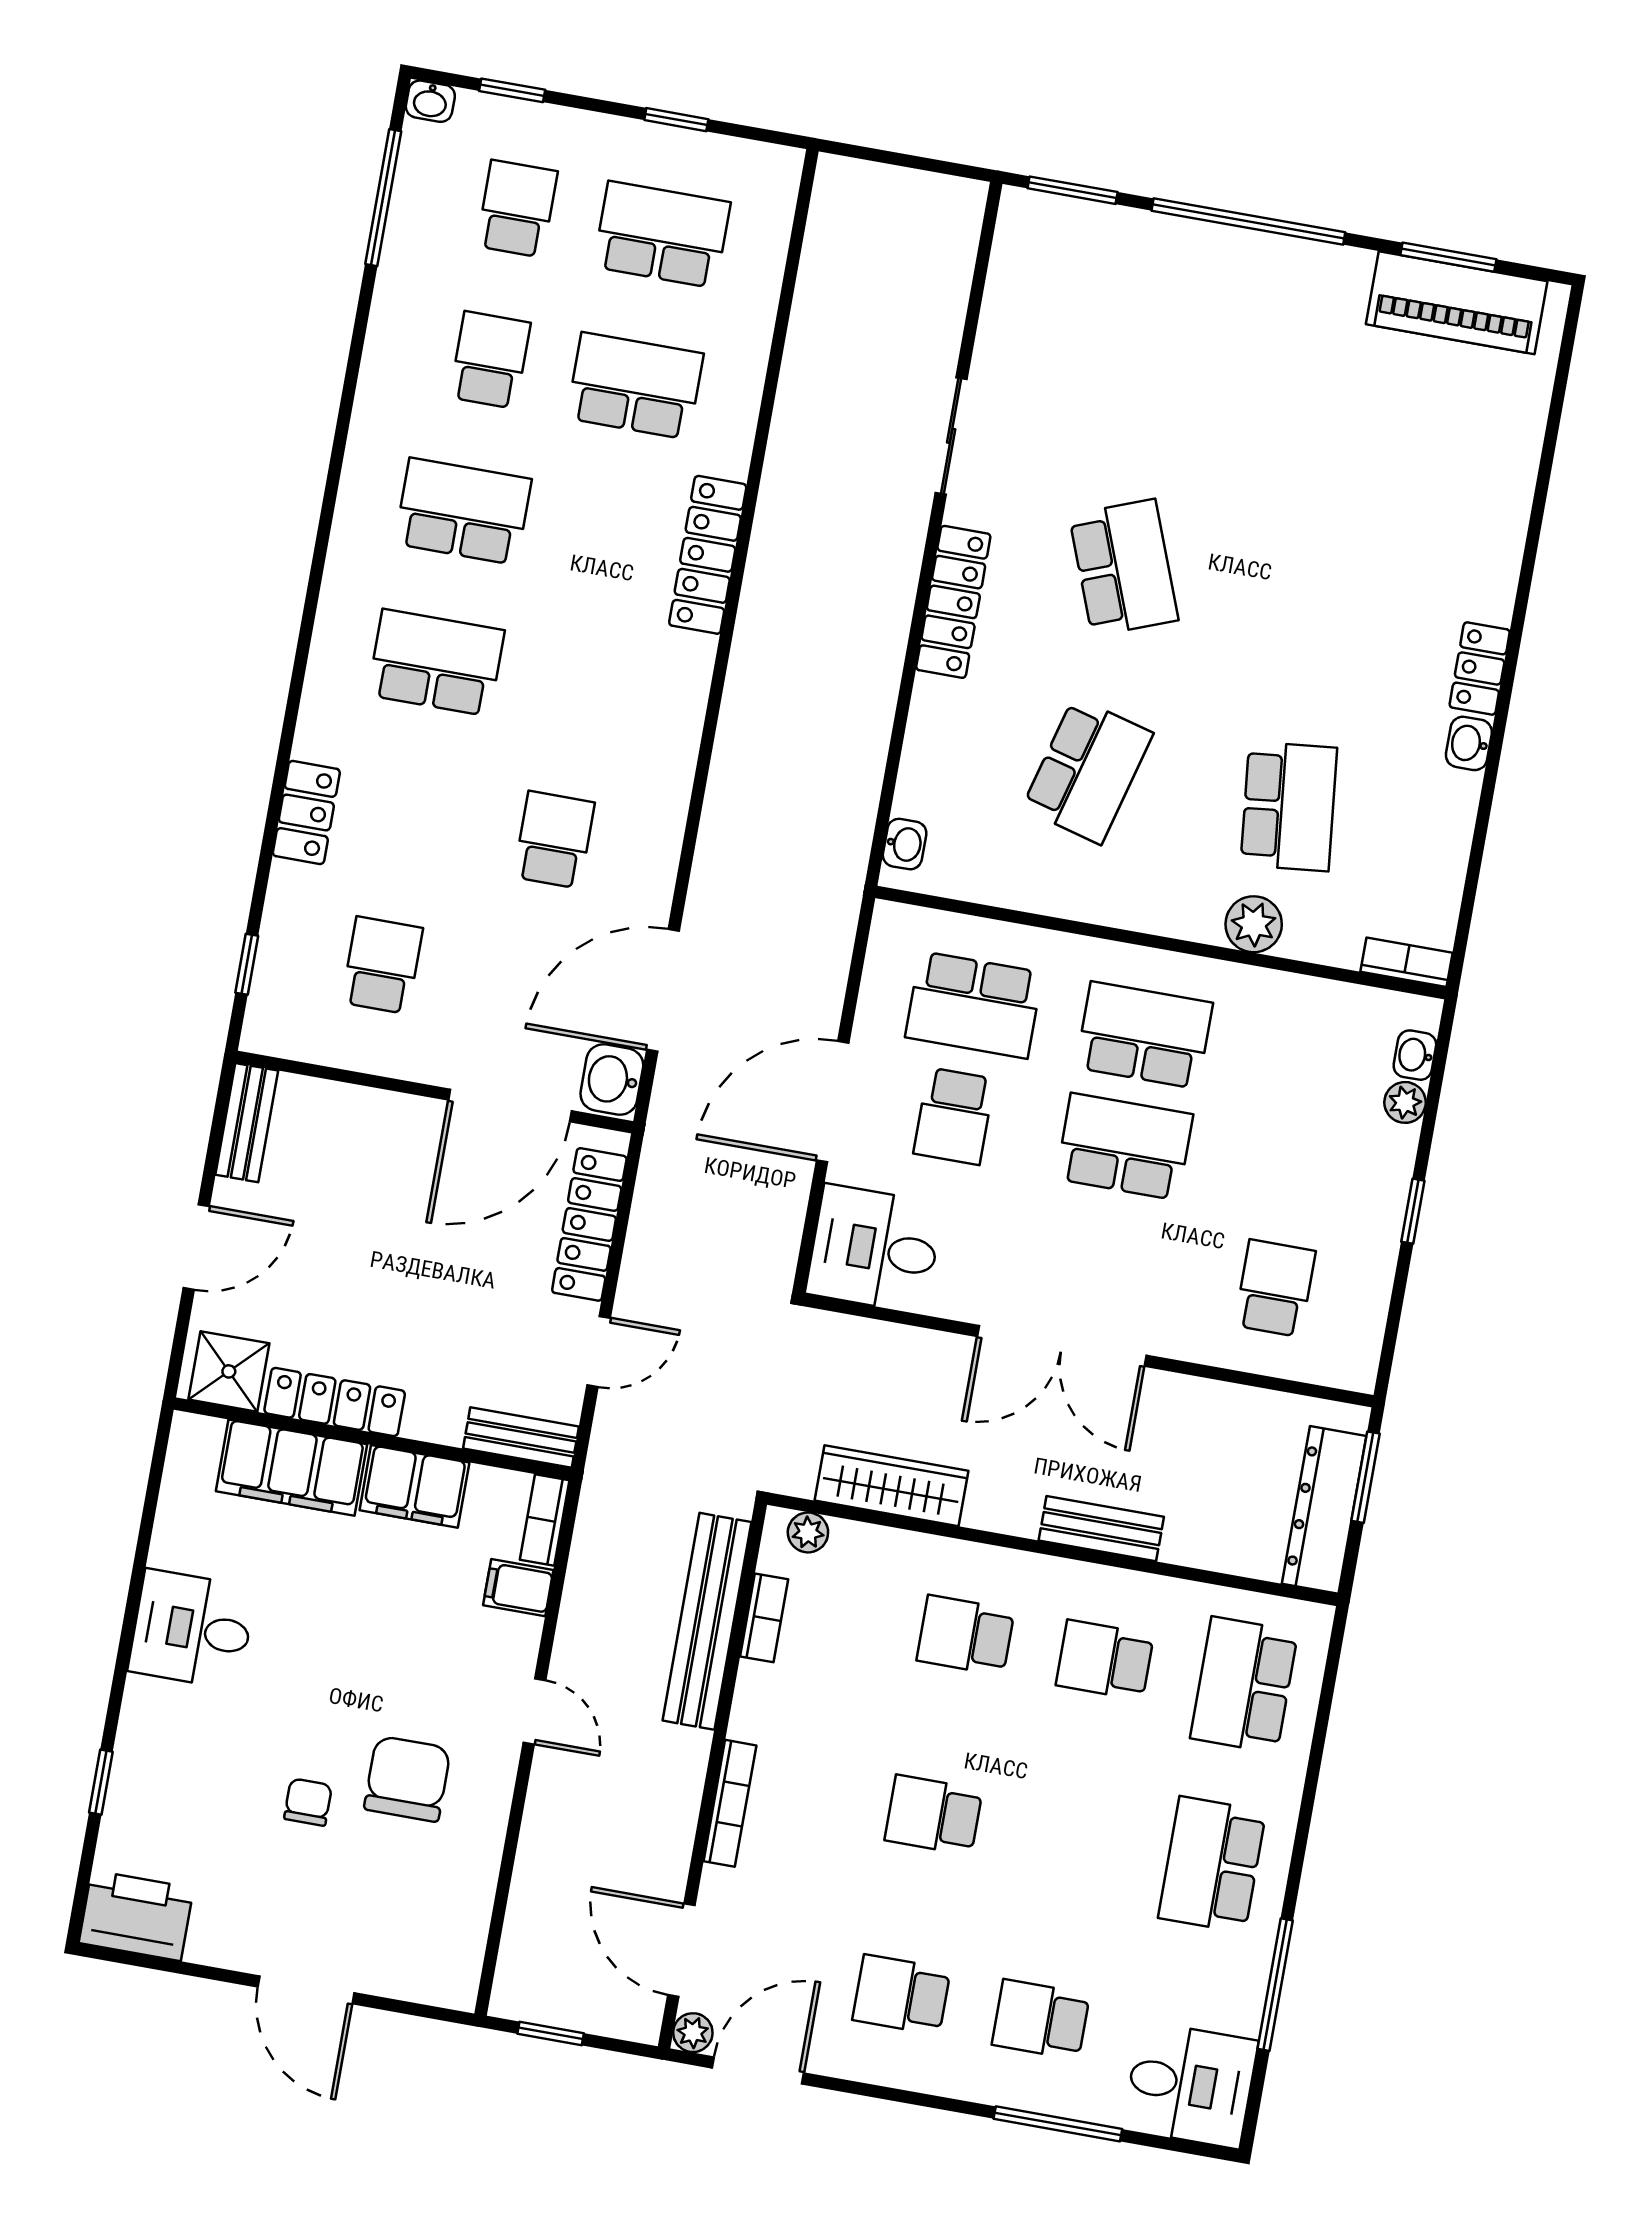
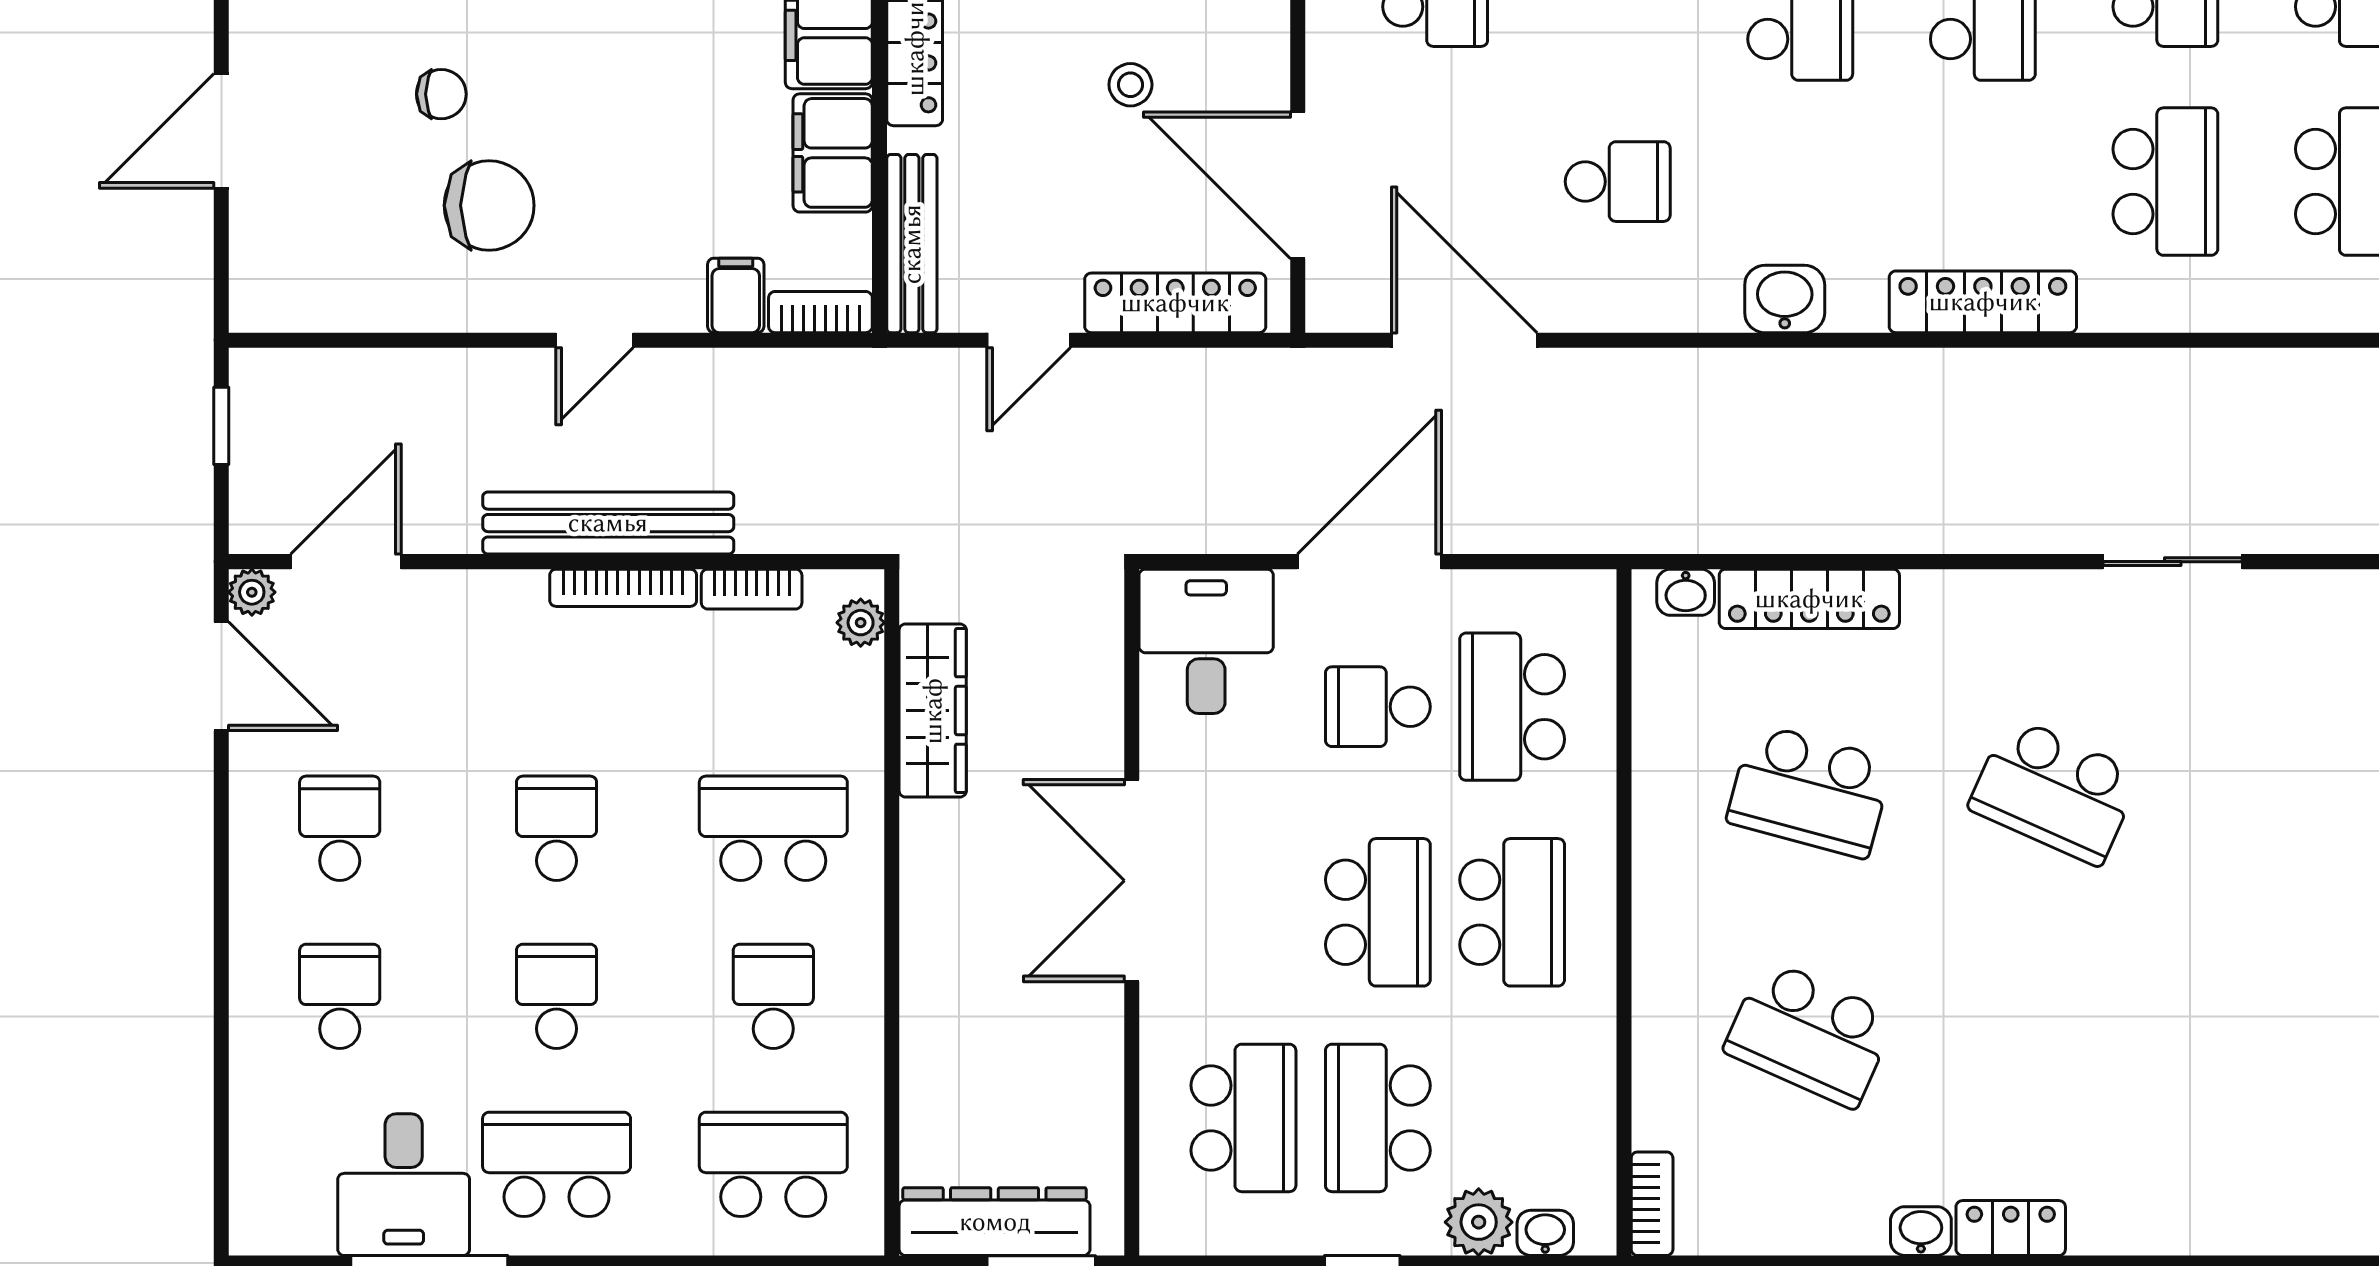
school desk: (1124, 568) -> (2055, 791), turned 45
locker: (953, 602) -> (1809, 599), moved
school desk: (1289, 806) -> (1810, 1034), turned 30
plant: (1254, 924) -> (1665, 1017), removed
washbasin: (612, 1080) -> (1785, 299), moved
door: (833, 1102) -> (1369, 562), hinge flipped
plant: (1405, 1102) -> (1479, 1222), width x1.38, depth x1.38
school desk: (1295, 1177) -> (1378, 1118), added
stool: (402, 1229) -> (1130, 85), added
school desk: (1275, 1288) -> (1244, 1118), width x1.85
door: (599, 1351) -> (1029, 340), hinge flipped
bench: (521, 1438) -> (912, 244), width x1.36
bench: (1101, 1529) -> (926, 965), removed
bench: (707, 1621) -> (608, 523), moved
school desk: (966, 1635) -> (773, 828), width x1.85
bookcase: (730, 1803) -> (623, 588), moved
school desk: (1073, 1840) -> (557, 996), added
desk: (1190, 2085) -> (404, 1185), moved
window: (1058, 2124) -> (221, 1038), removed

